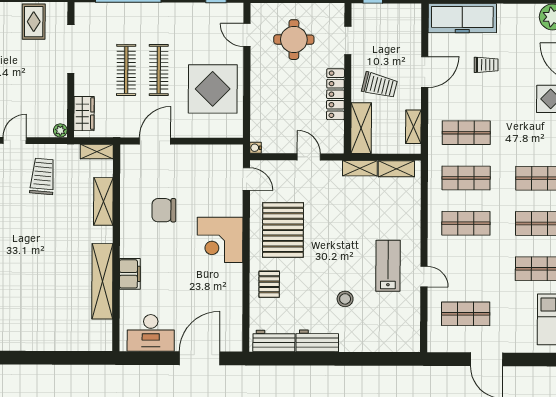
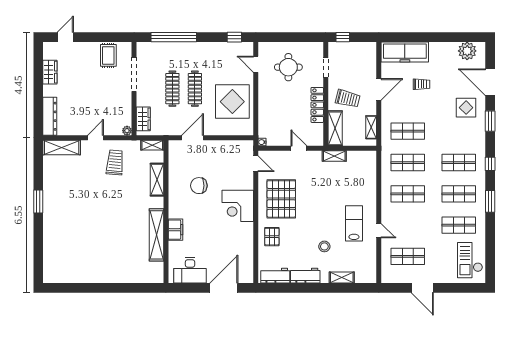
shelving: (396, 169) -> (342, 278), moved

